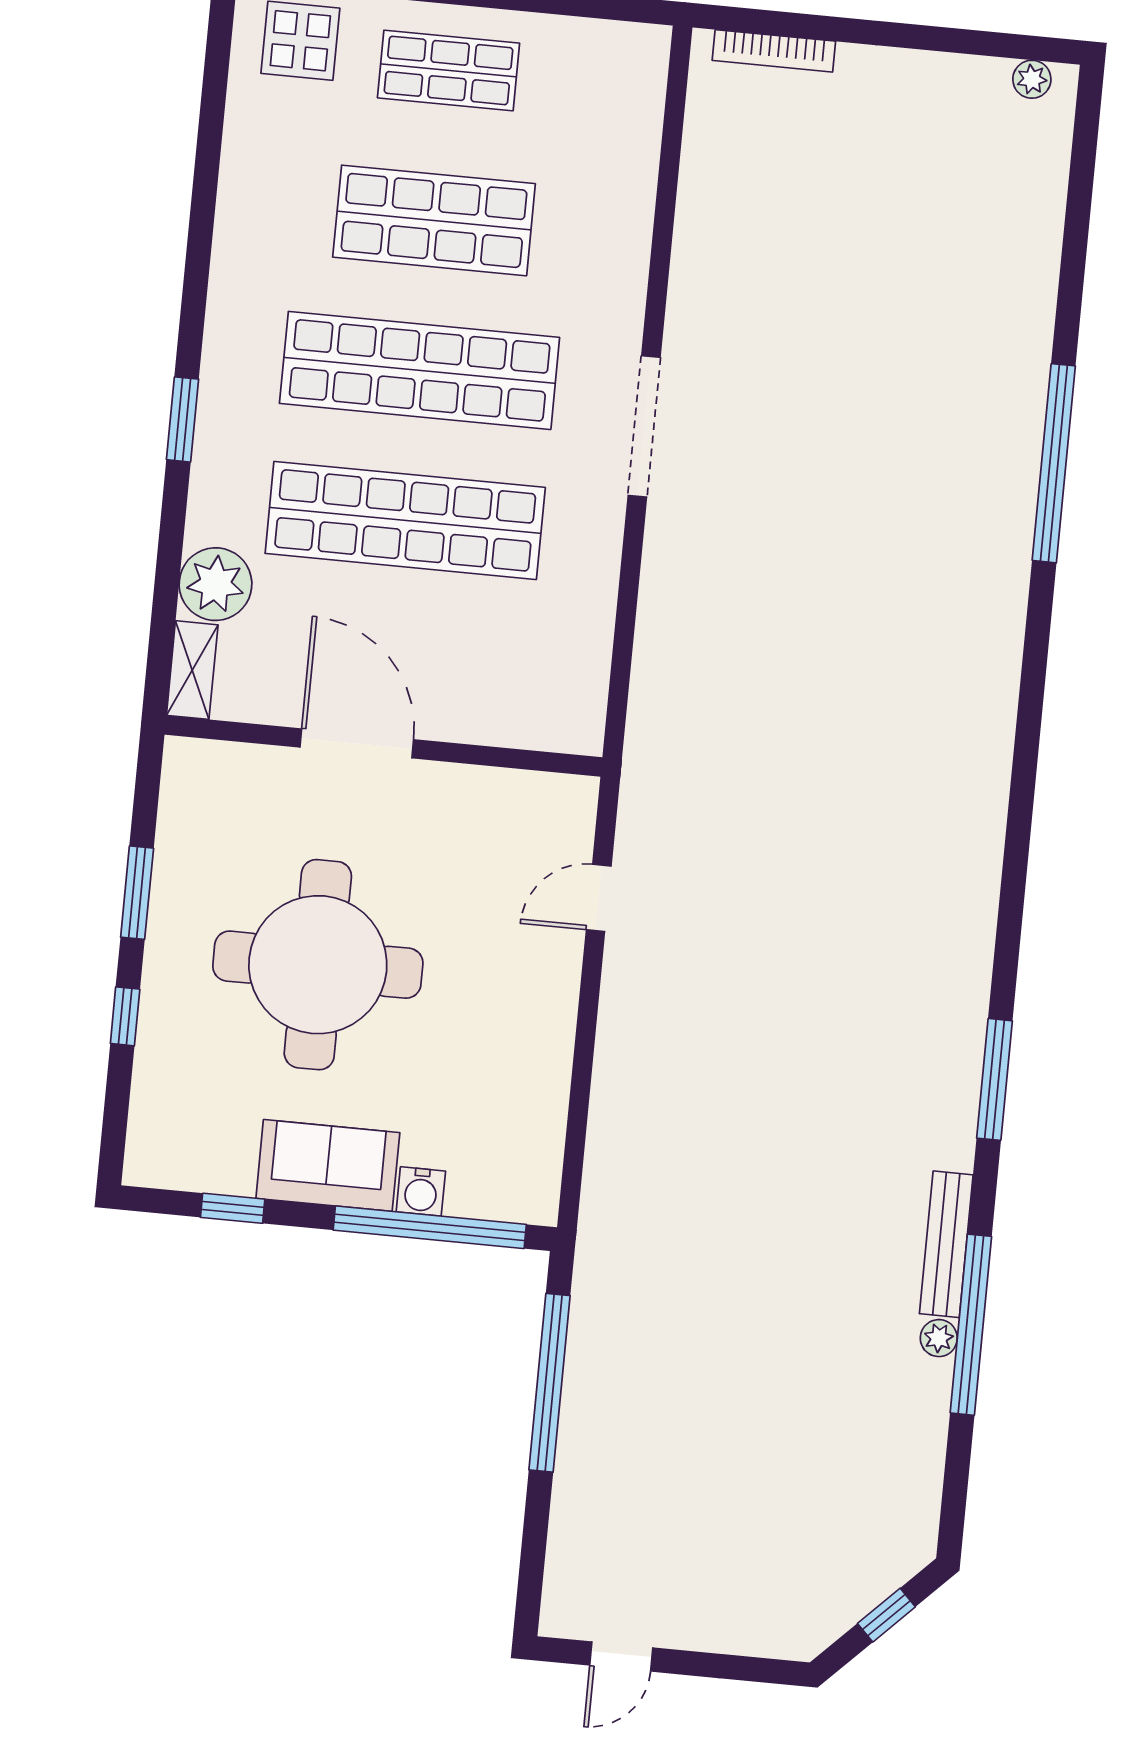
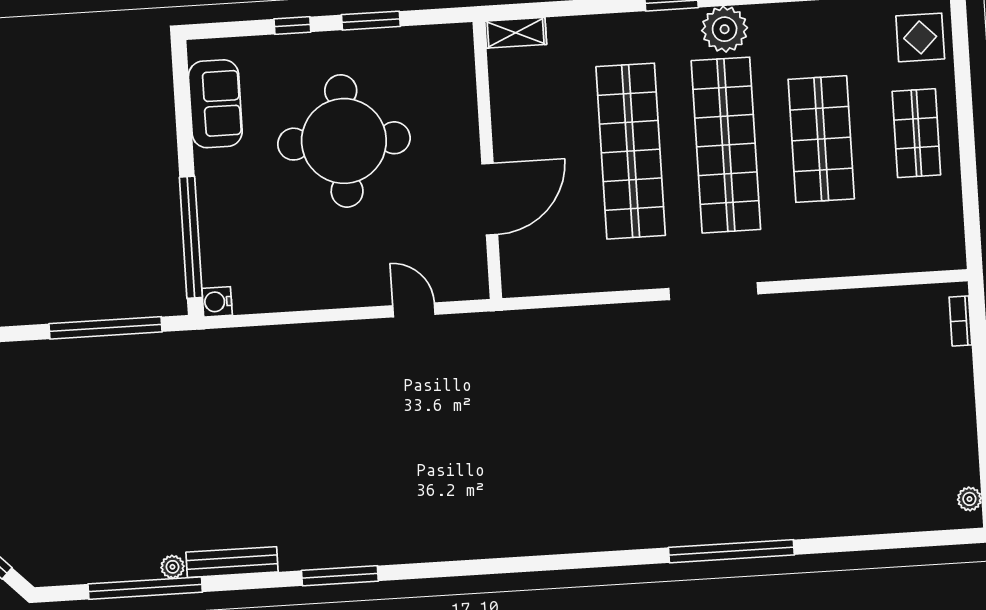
bookcase: (774, 51) -> (960, 321), width x0.64
plant: (215, 584) -> (725, 29), moved
door: (357, 743) -> (490, 199), moved
sofa: (328, 1165) -> (215, 104), moved
water cooler: (421, 1191) -> (217, 302), moved
window: (233, 1208) -> (183, 112), removed
window: (971, 1325) -> (145, 588), moved

